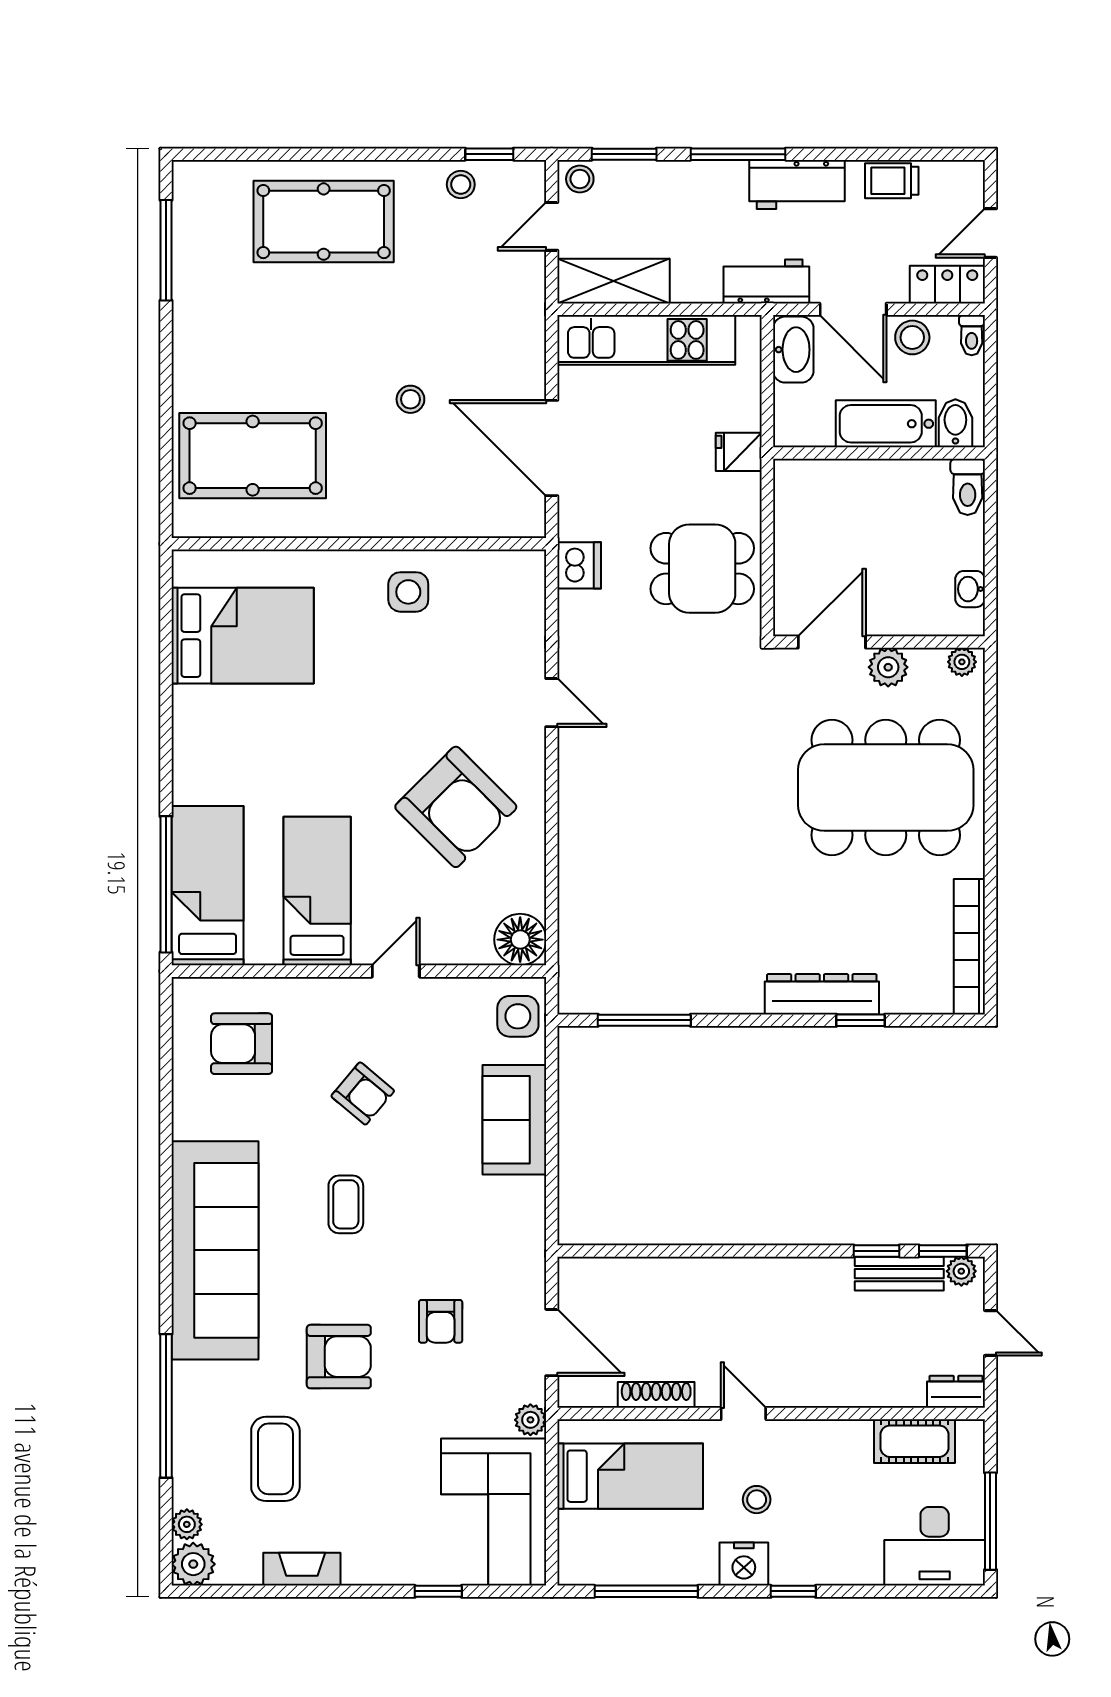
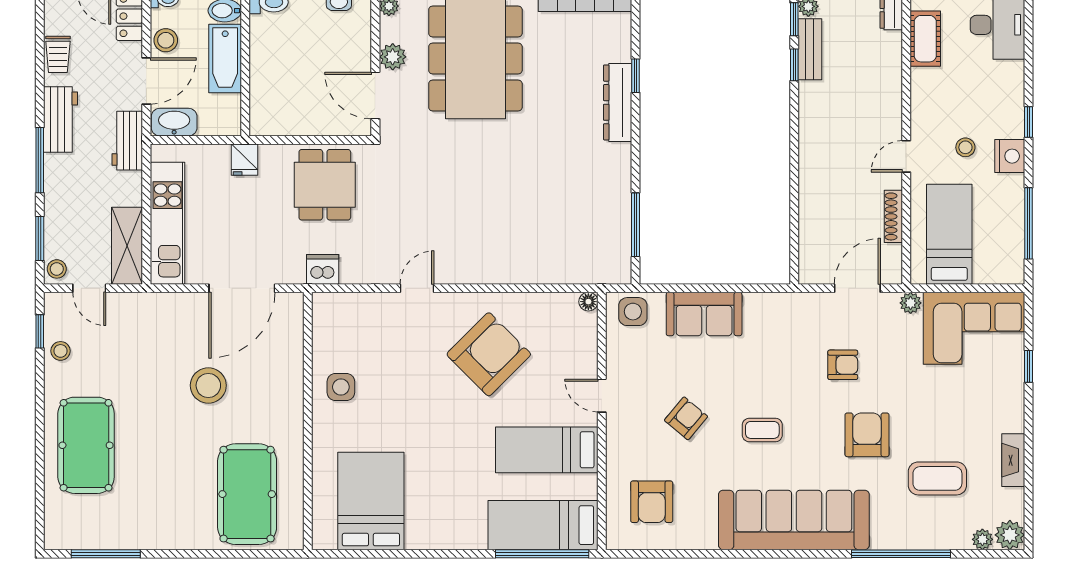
stool: (410, 399) -> (208, 385), width x1.89, depth x1.89
floor lamp: (520, 940) -> (588, 302), width x0.53, depth x0.53

